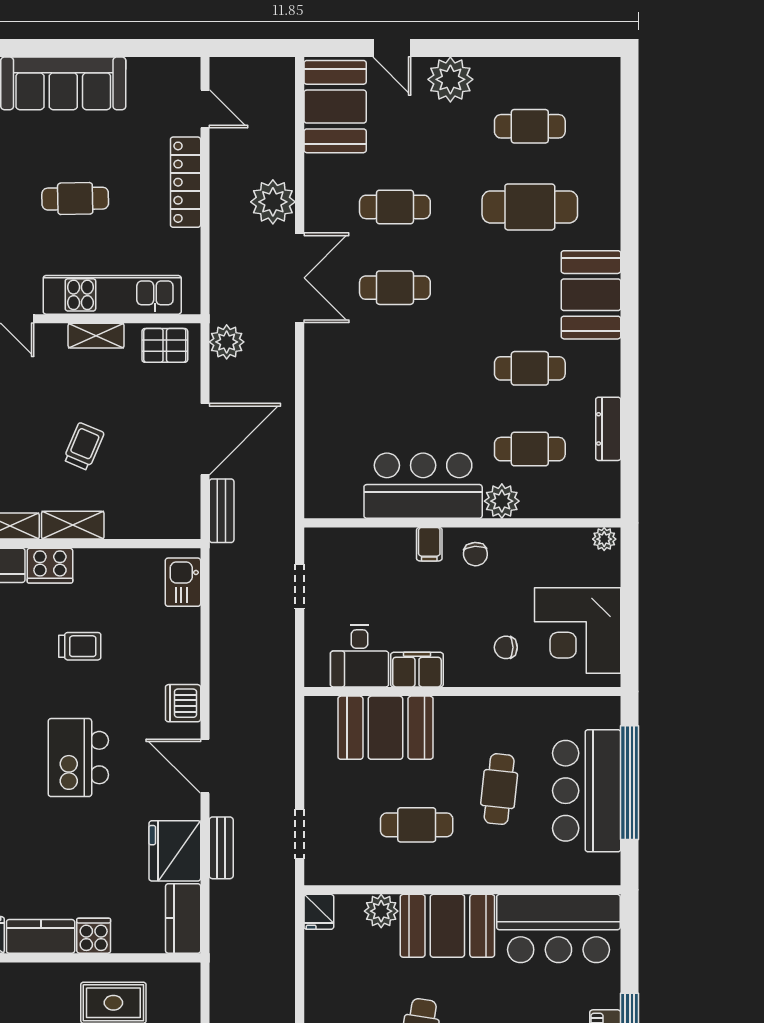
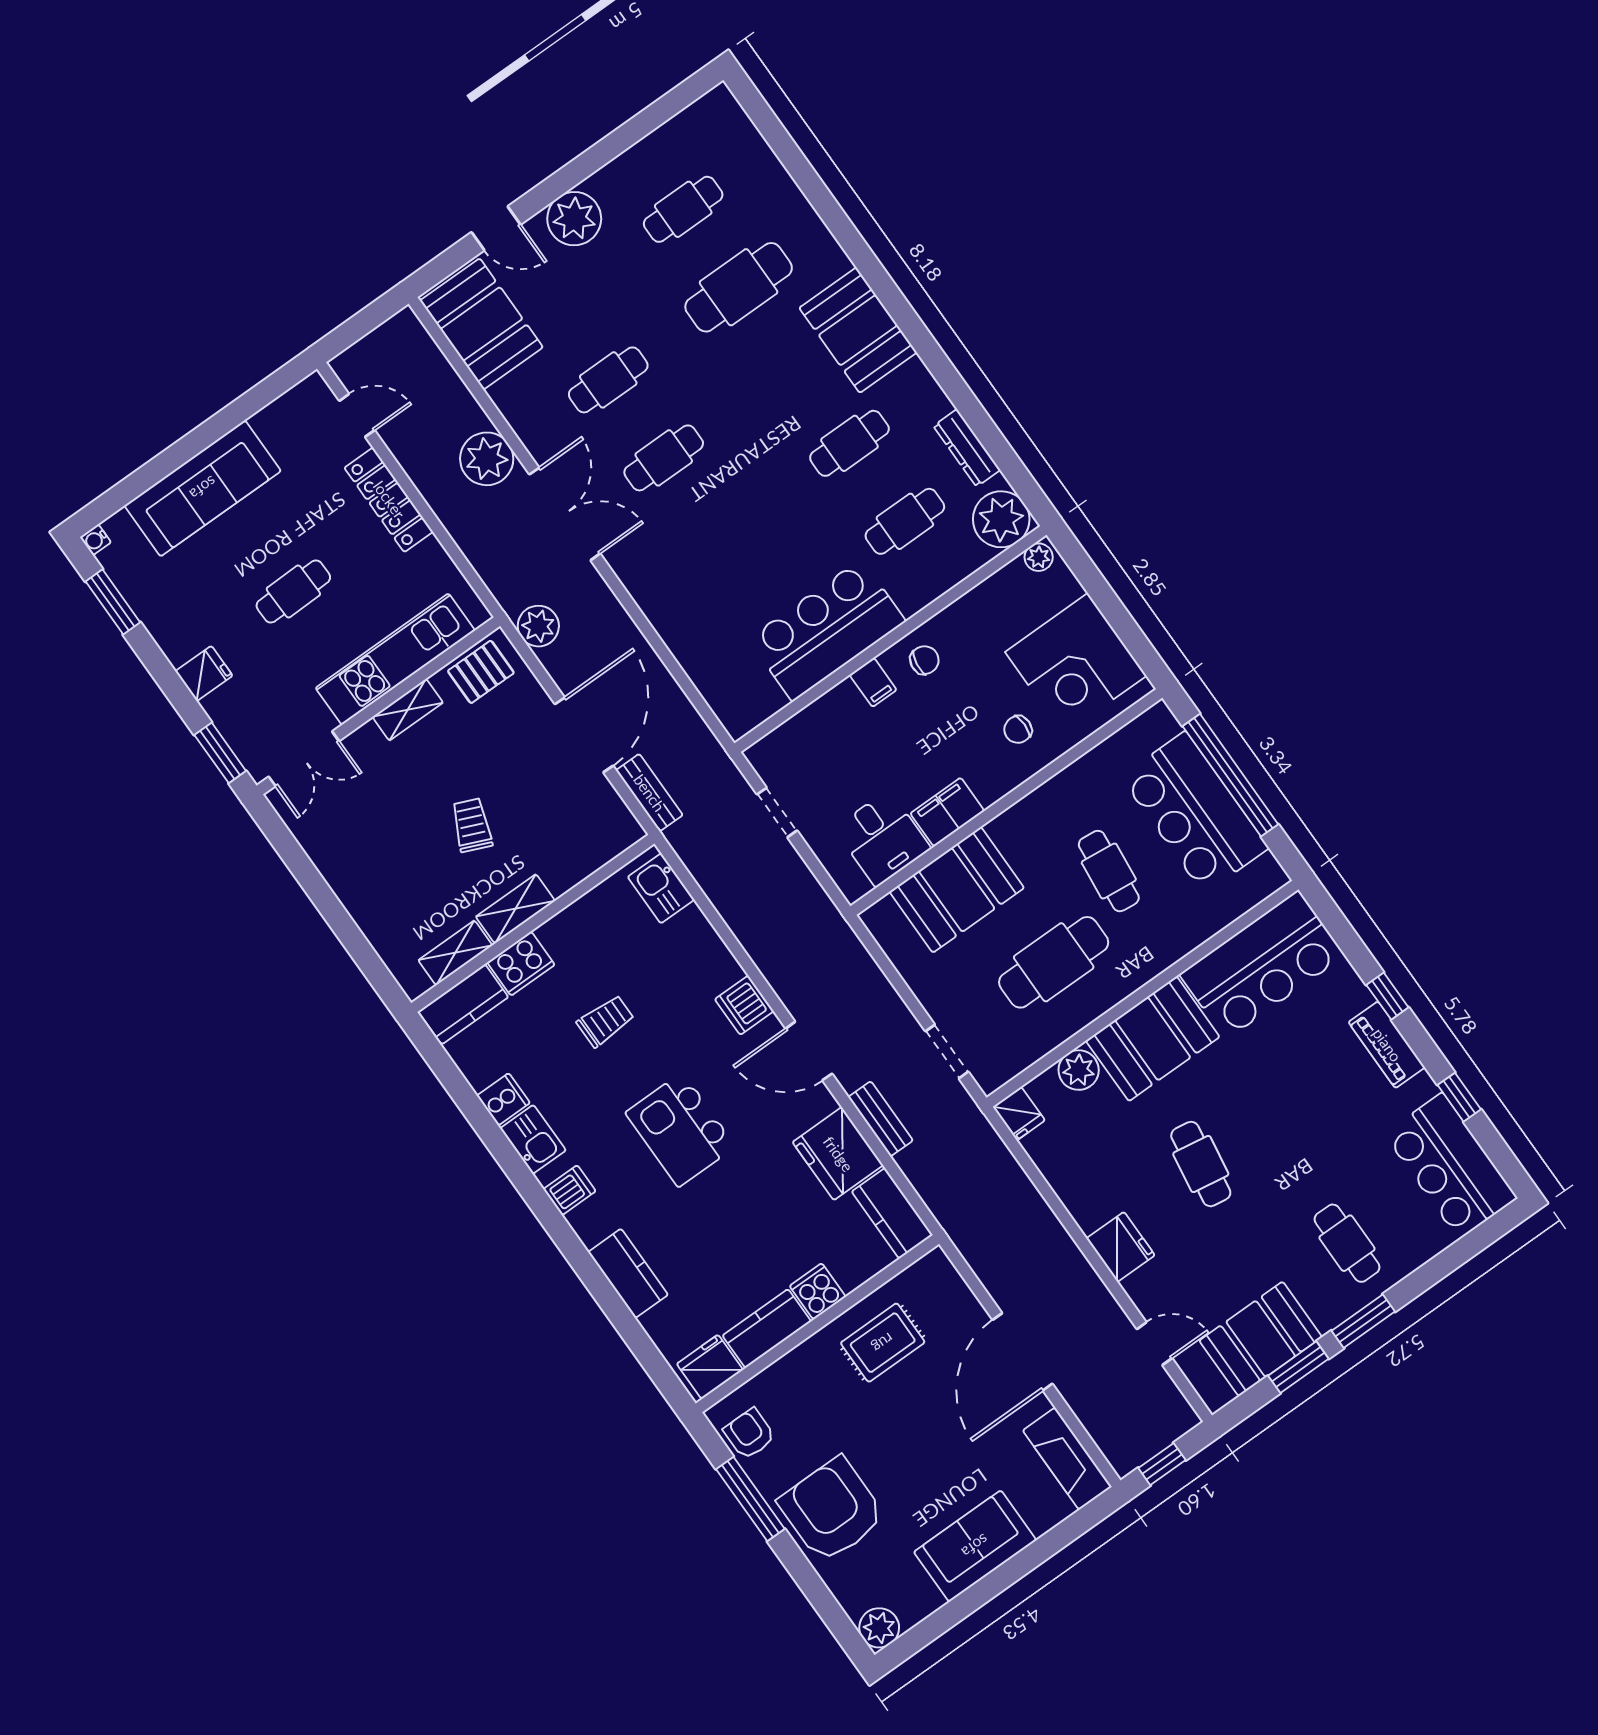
plant: (502, 501) -> (1001, 519), moved, width x1.36, depth x1.36
chair: (475, 554) -> (924, 660), turned -78
cafe table: (417, 825) -> (1054, 962), width x1.37, depth x1.35

